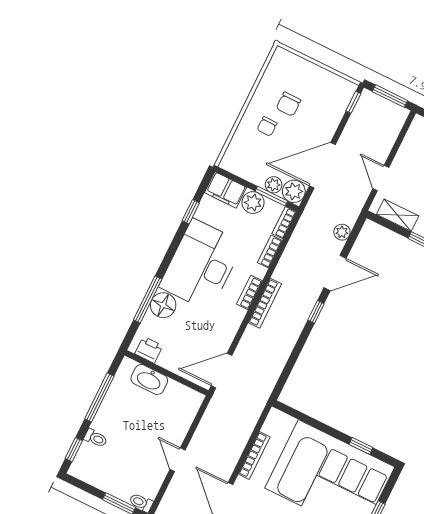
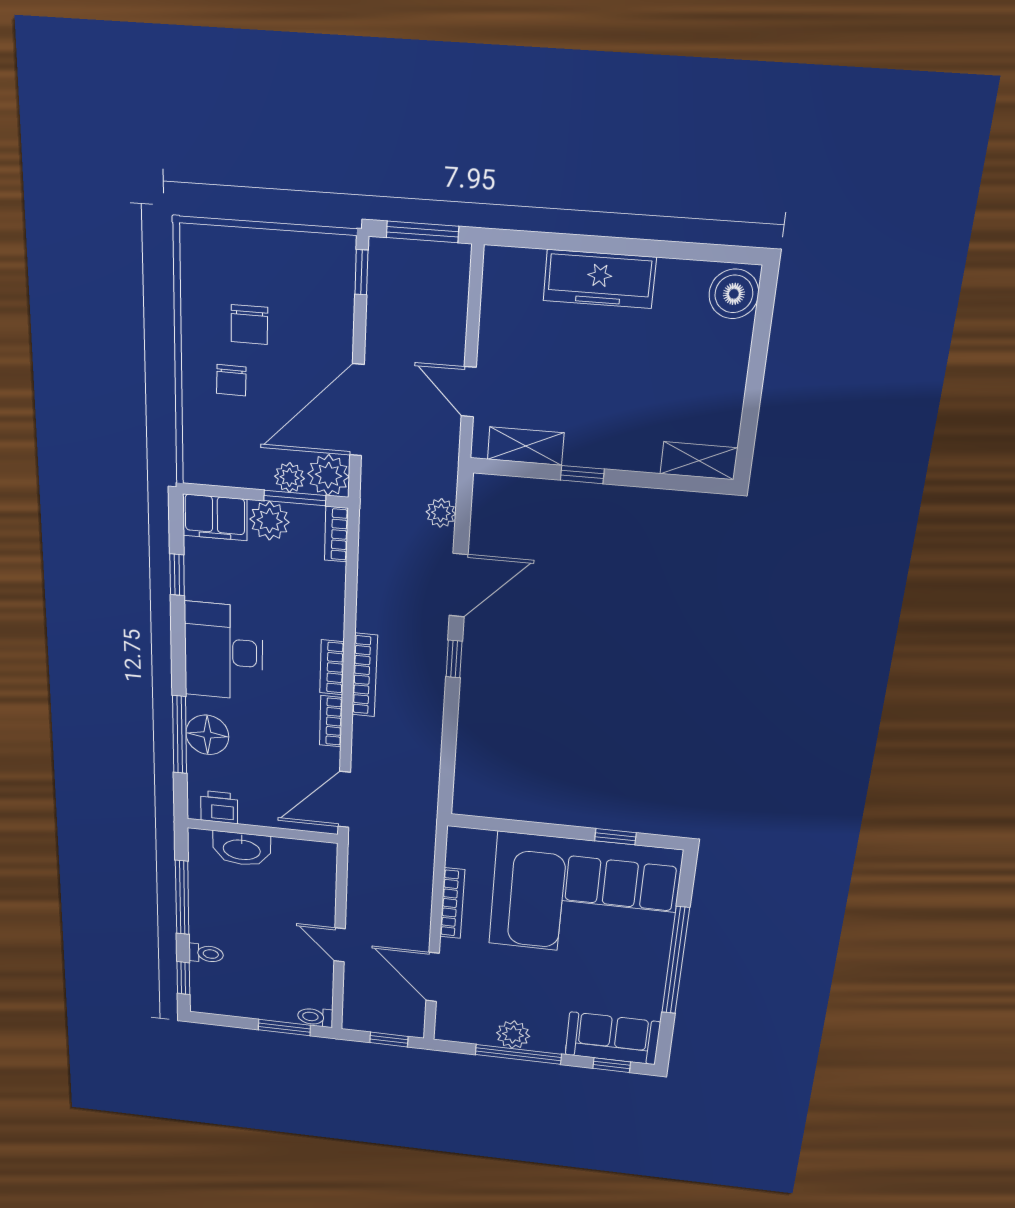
bookcase: (270, 252) -> (331, 721), moved
desk: (201, 265) -> (224, 651), width x0.73, depth x0.77

